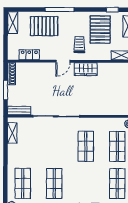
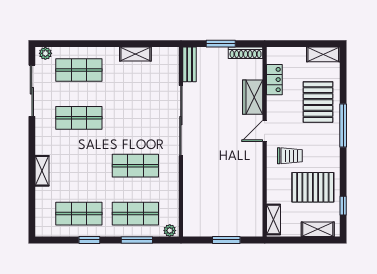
door: (63, 61) -> (265, 131), hinge flipped
wardrobe: (86, 69) -> (253, 97), moved
shelving: (12, 133) -> (135, 54), moved

